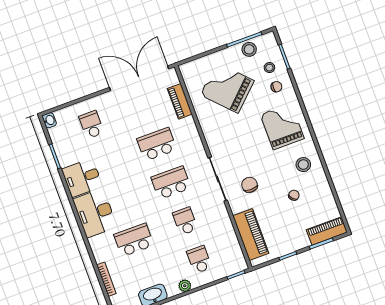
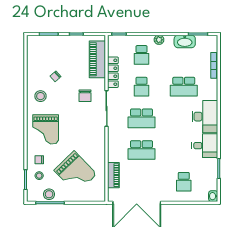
locker: (226, 226) -> (113, 72), added
piano: (327, 231) -> (41, 42), removed

